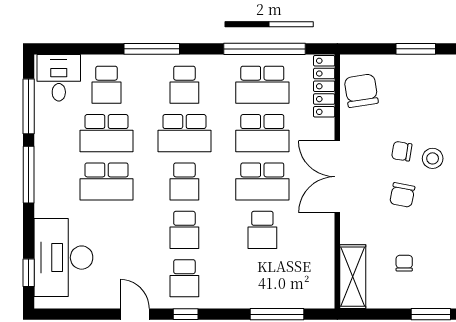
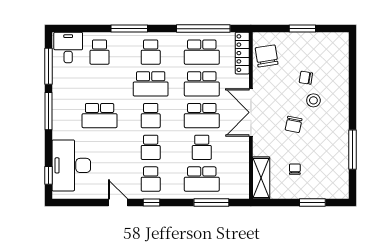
school desk: (107, 133) -> (202, 179), moved
chair: (402, 151) -> (306, 78), moved

